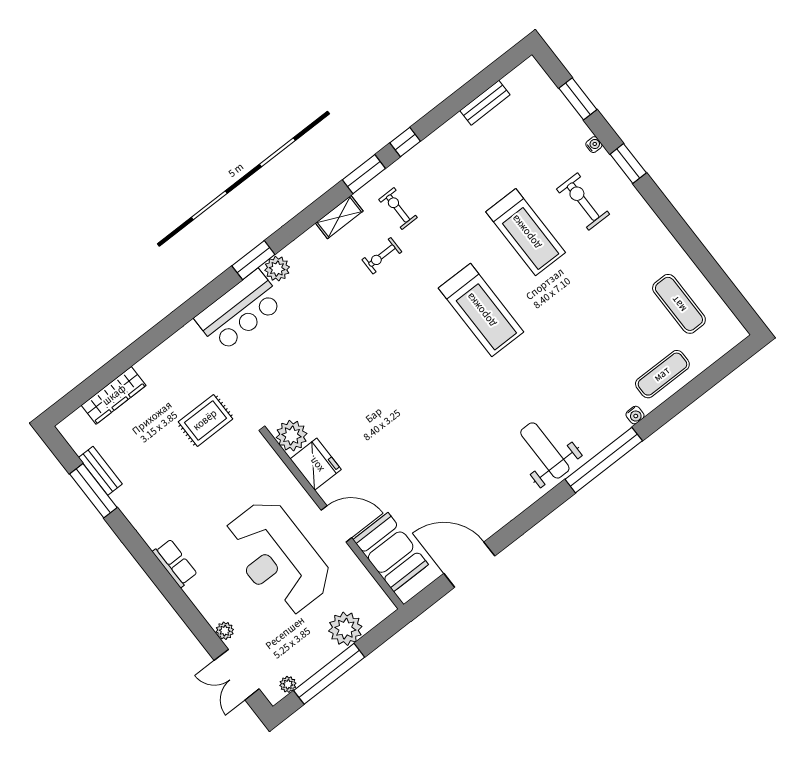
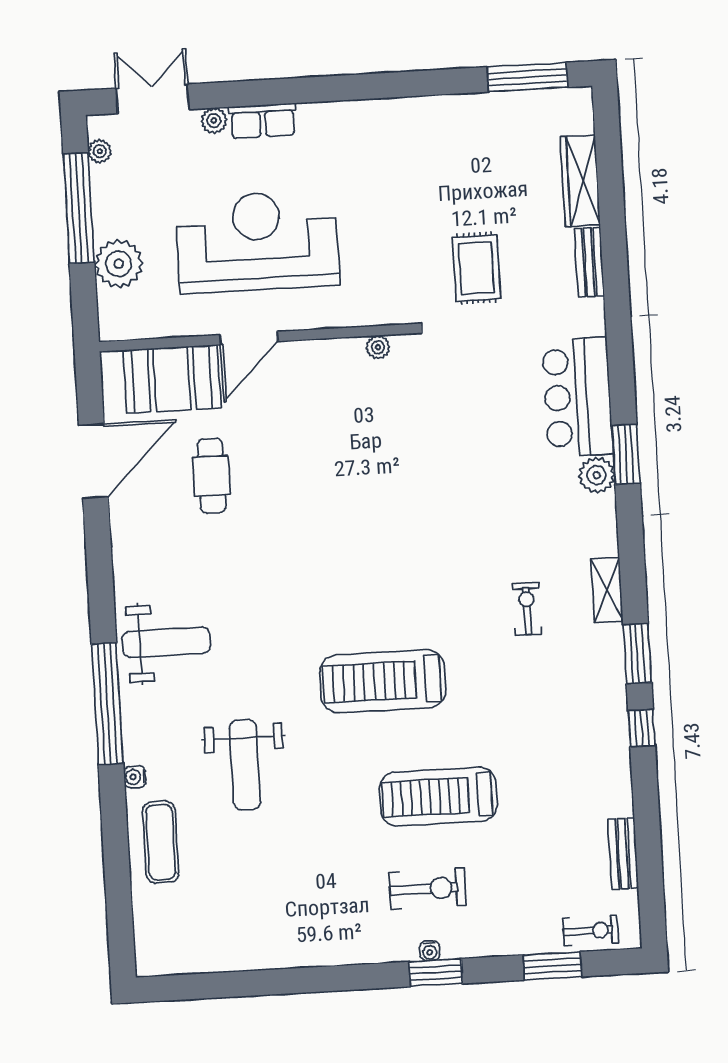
water cooler: (594, 145) -> (430, 951), moved
exercise bike: (398, 208) -> (591, 931), moved
exercise mat: (679, 304) -> (230, 919), removed
weight bench: (584, 356) -> (245, 765), added
plant: (292, 436) -> (378, 347), width x0.53, depth x0.53
fridge: (316, 464) -> (336, 362), removed
bench: (100, 471) -> (589, 262), moved, turned 90
window: (93, 491) -> (527, 77), moved
cafe table: (431, 491) -> (211, 476), added
row of seats: (175, 563) -> (263, 121), moved

